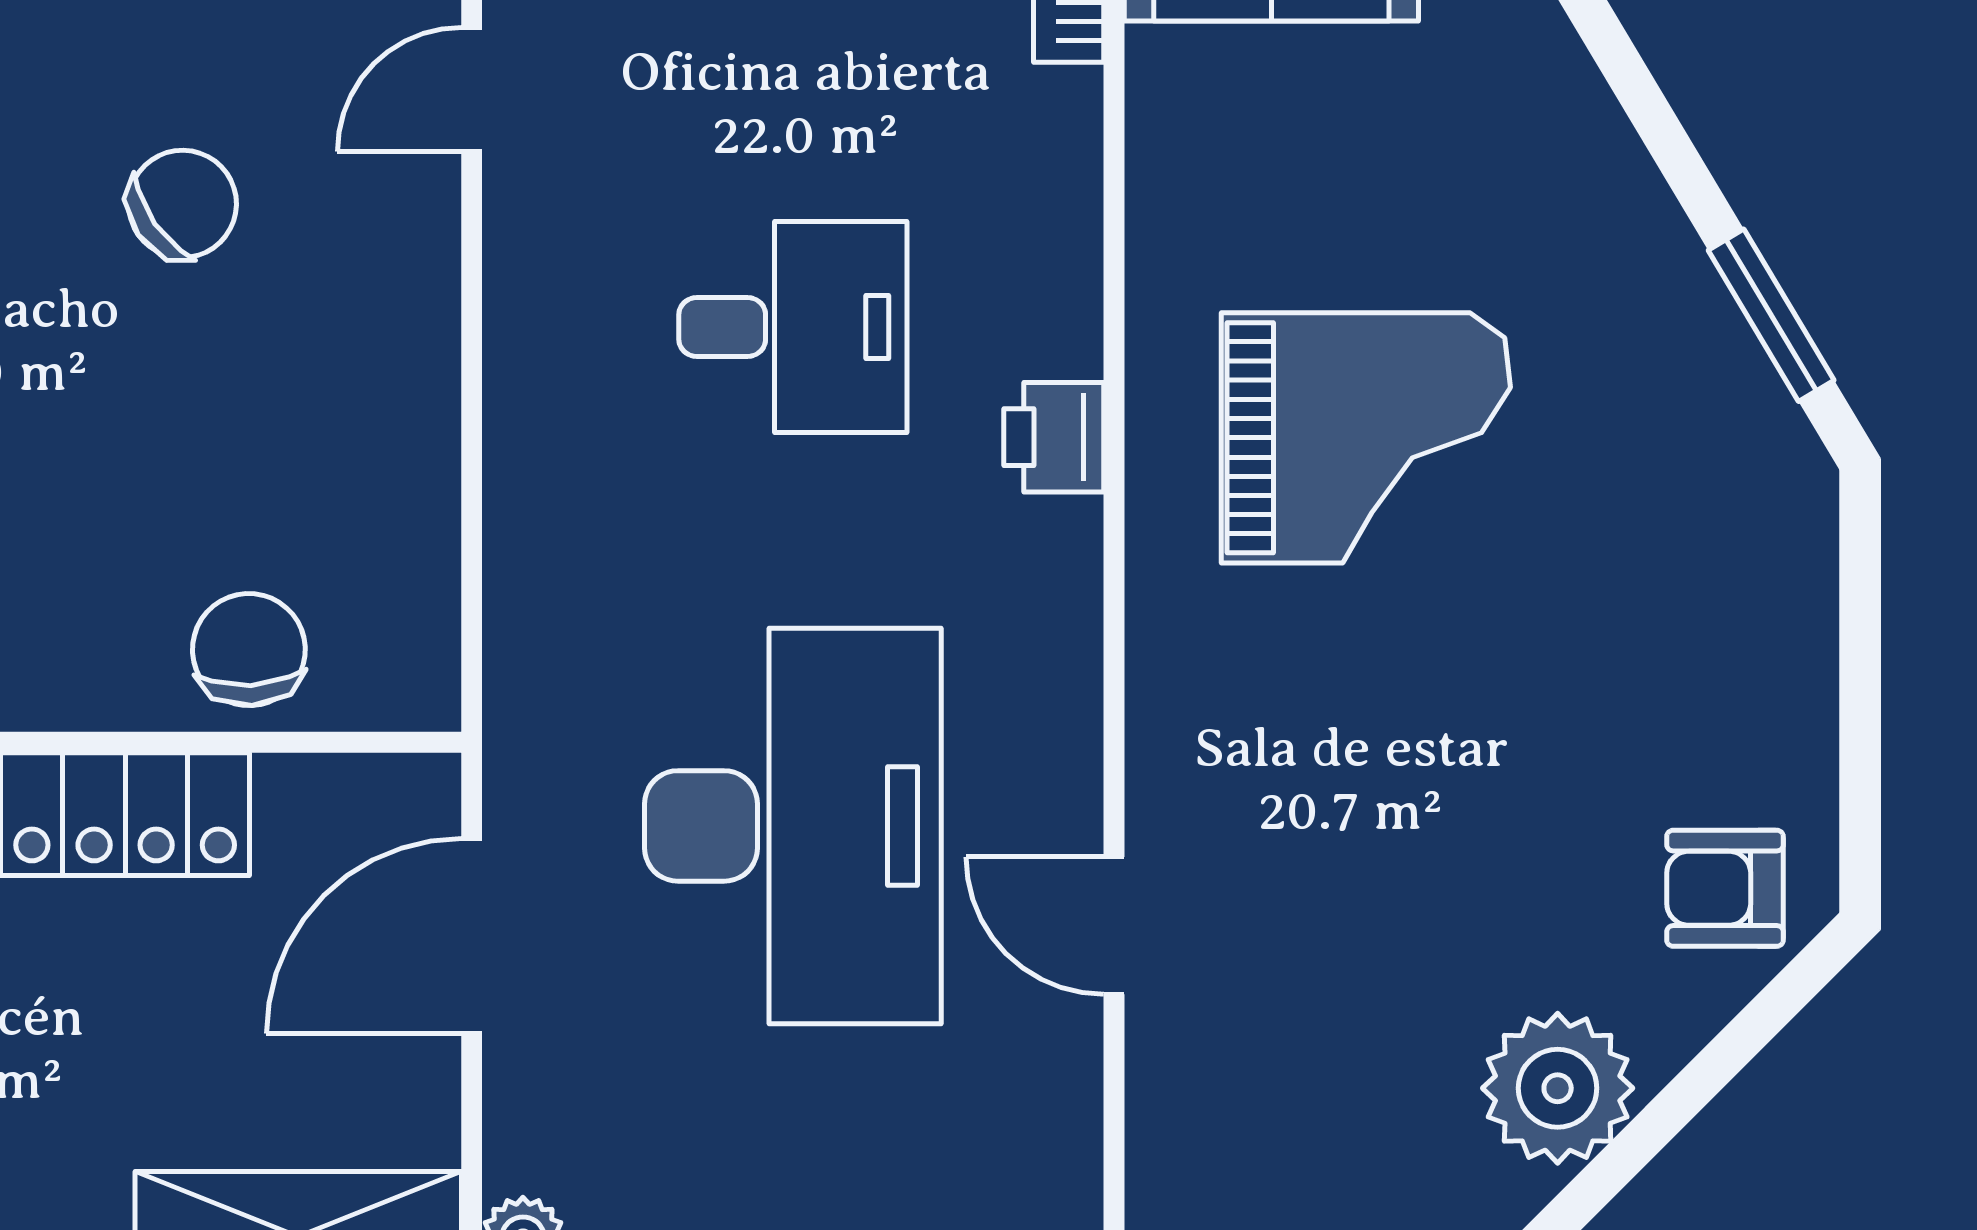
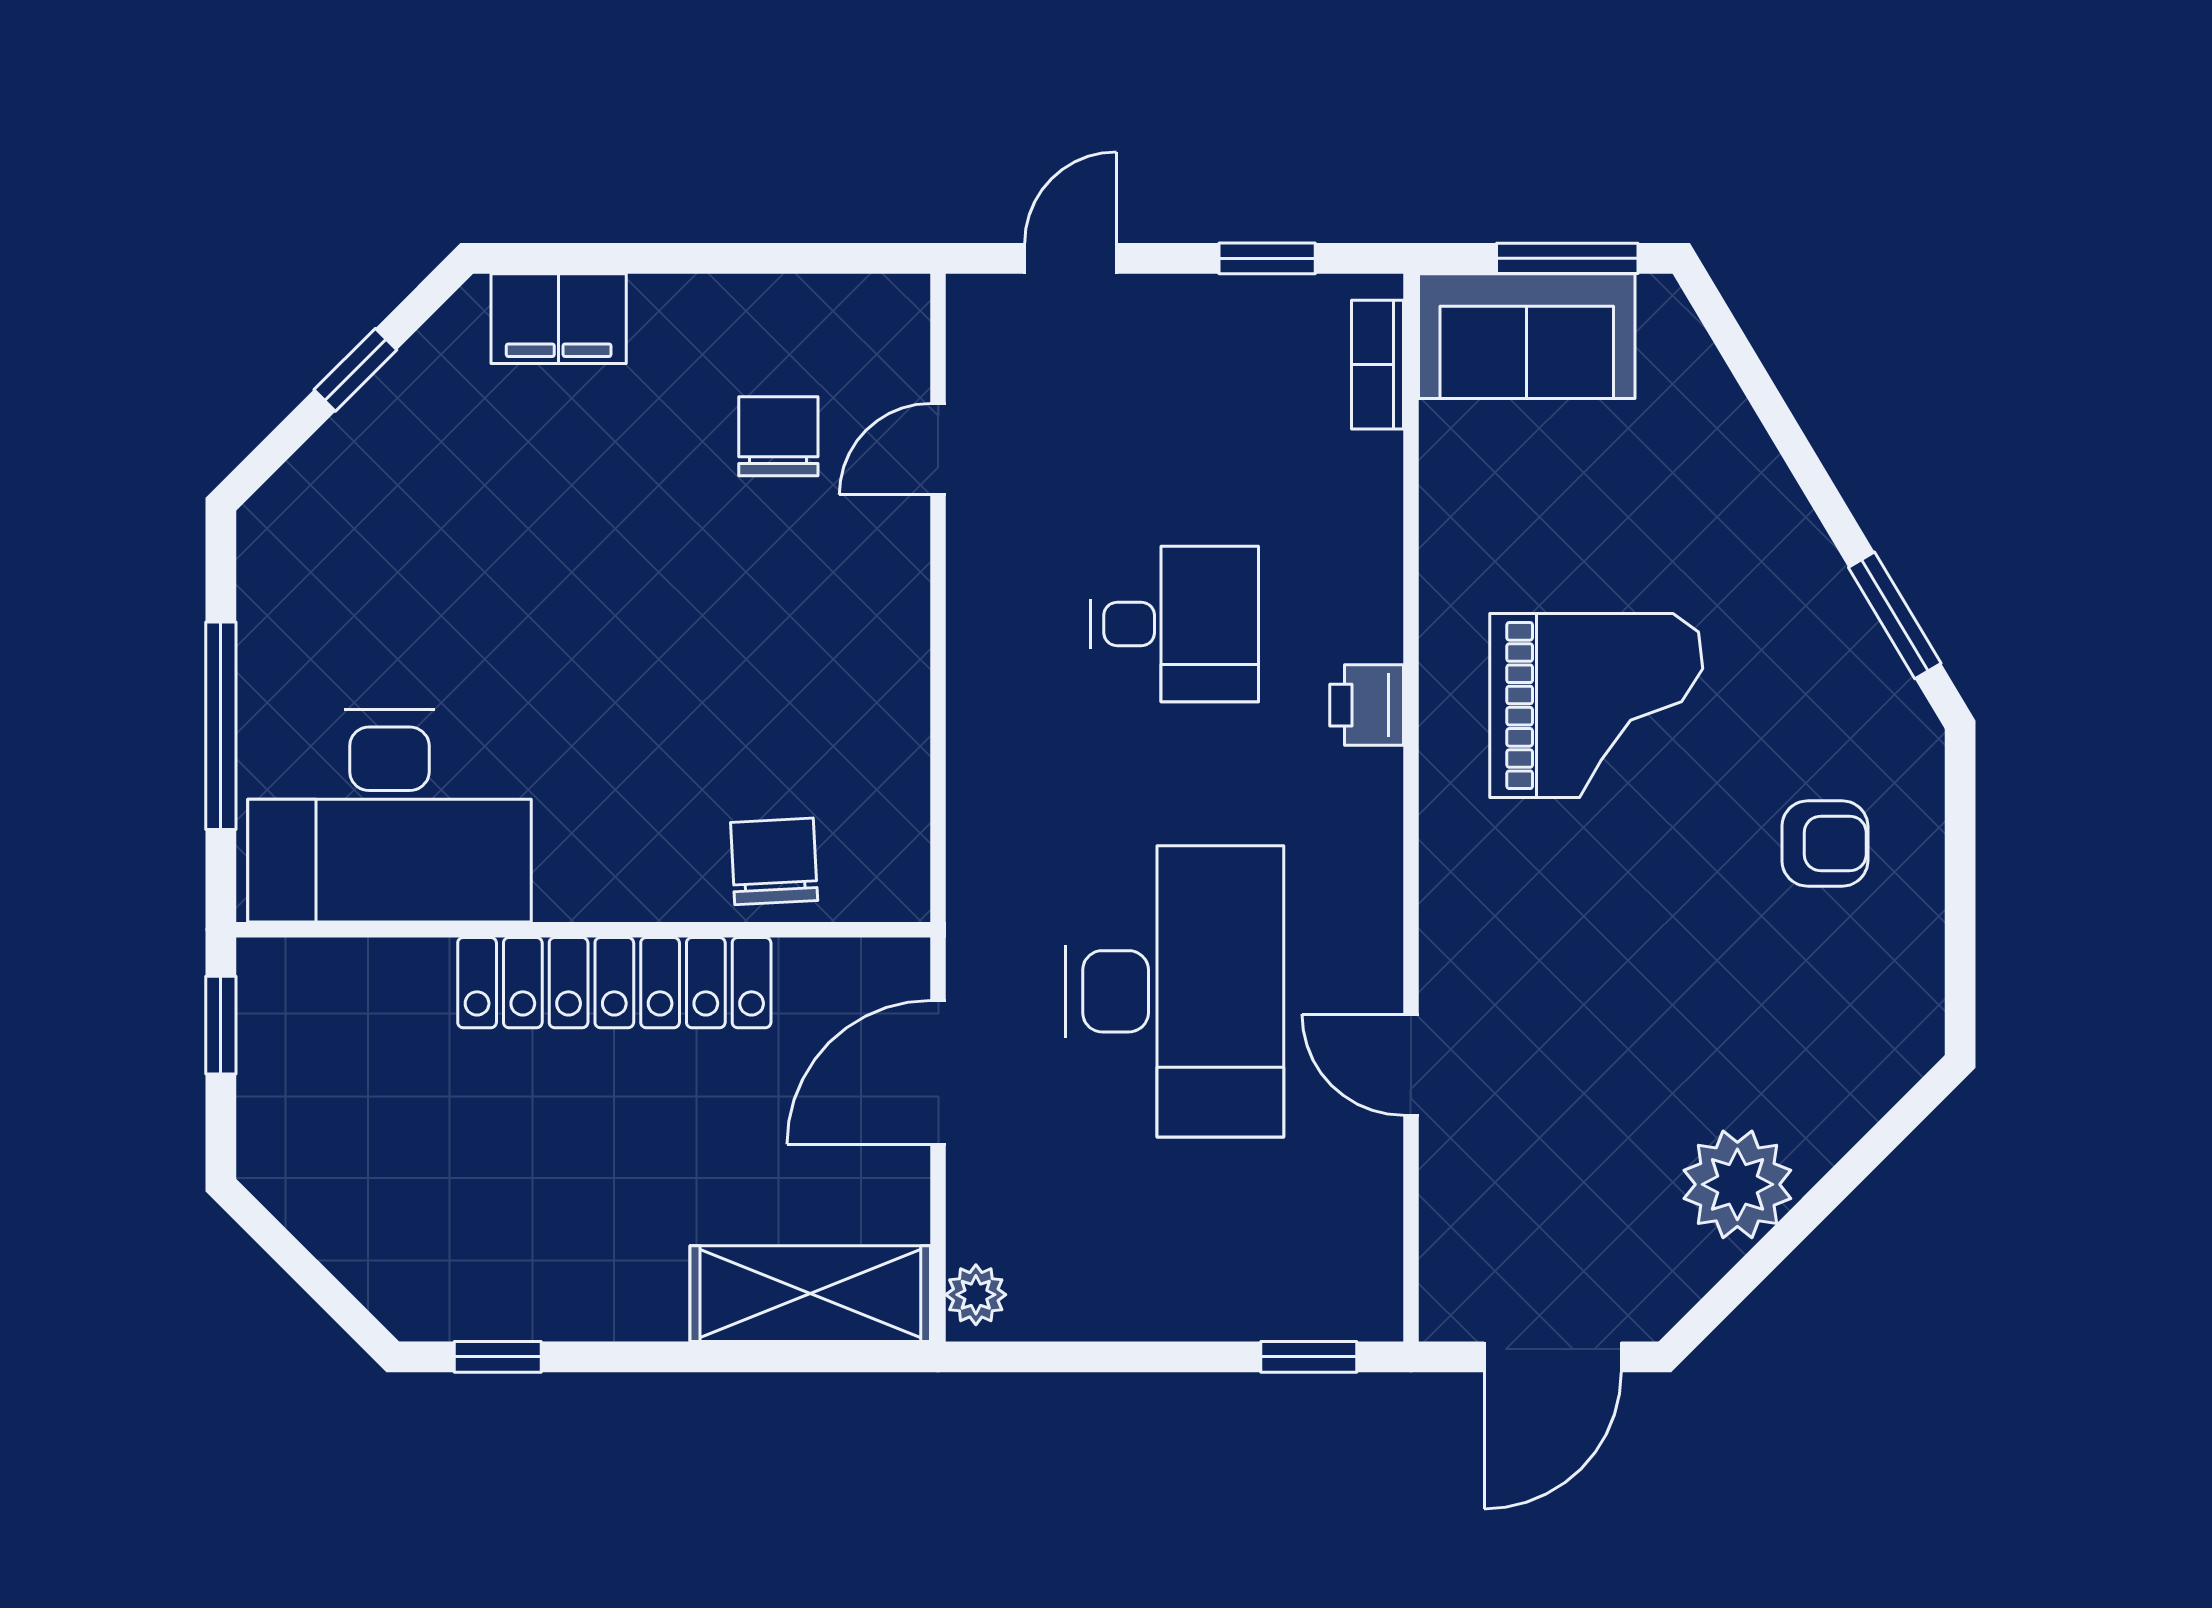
chair: (182, 204) -> (778, 436), moved, turned -55
armchair: (1725, 888) -> (1825, 843), moved, turned 180

